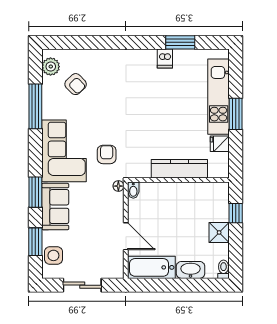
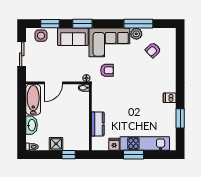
dishwasher: (165, 59) -> (170, 98), moved
plant: (51, 67) -> (136, 34), moved
kitchen counter: (179, 169) -> (98, 124), width x0.67

